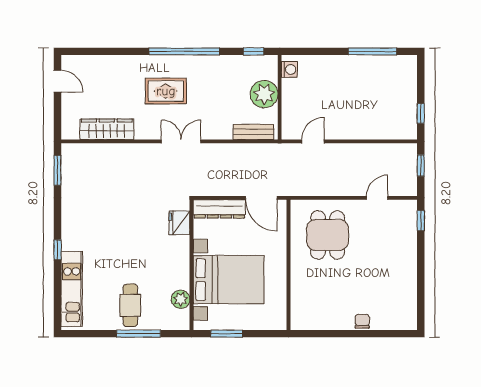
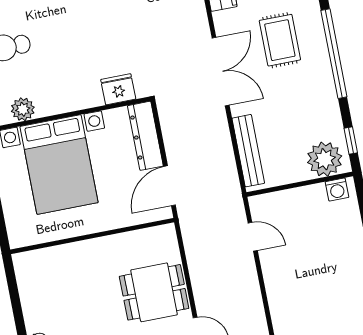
plant: (264, 94) -> (325, 159), moved
bench: (254, 132) -> (248, 151), width x1.36
double door: (181, 141) -> (221, 71), width x1.37
dining table: (328, 235) -> (154, 292), moved

